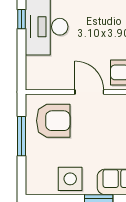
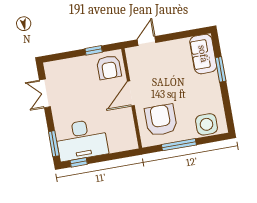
side table: (70, 179) -> (206, 124), moved

